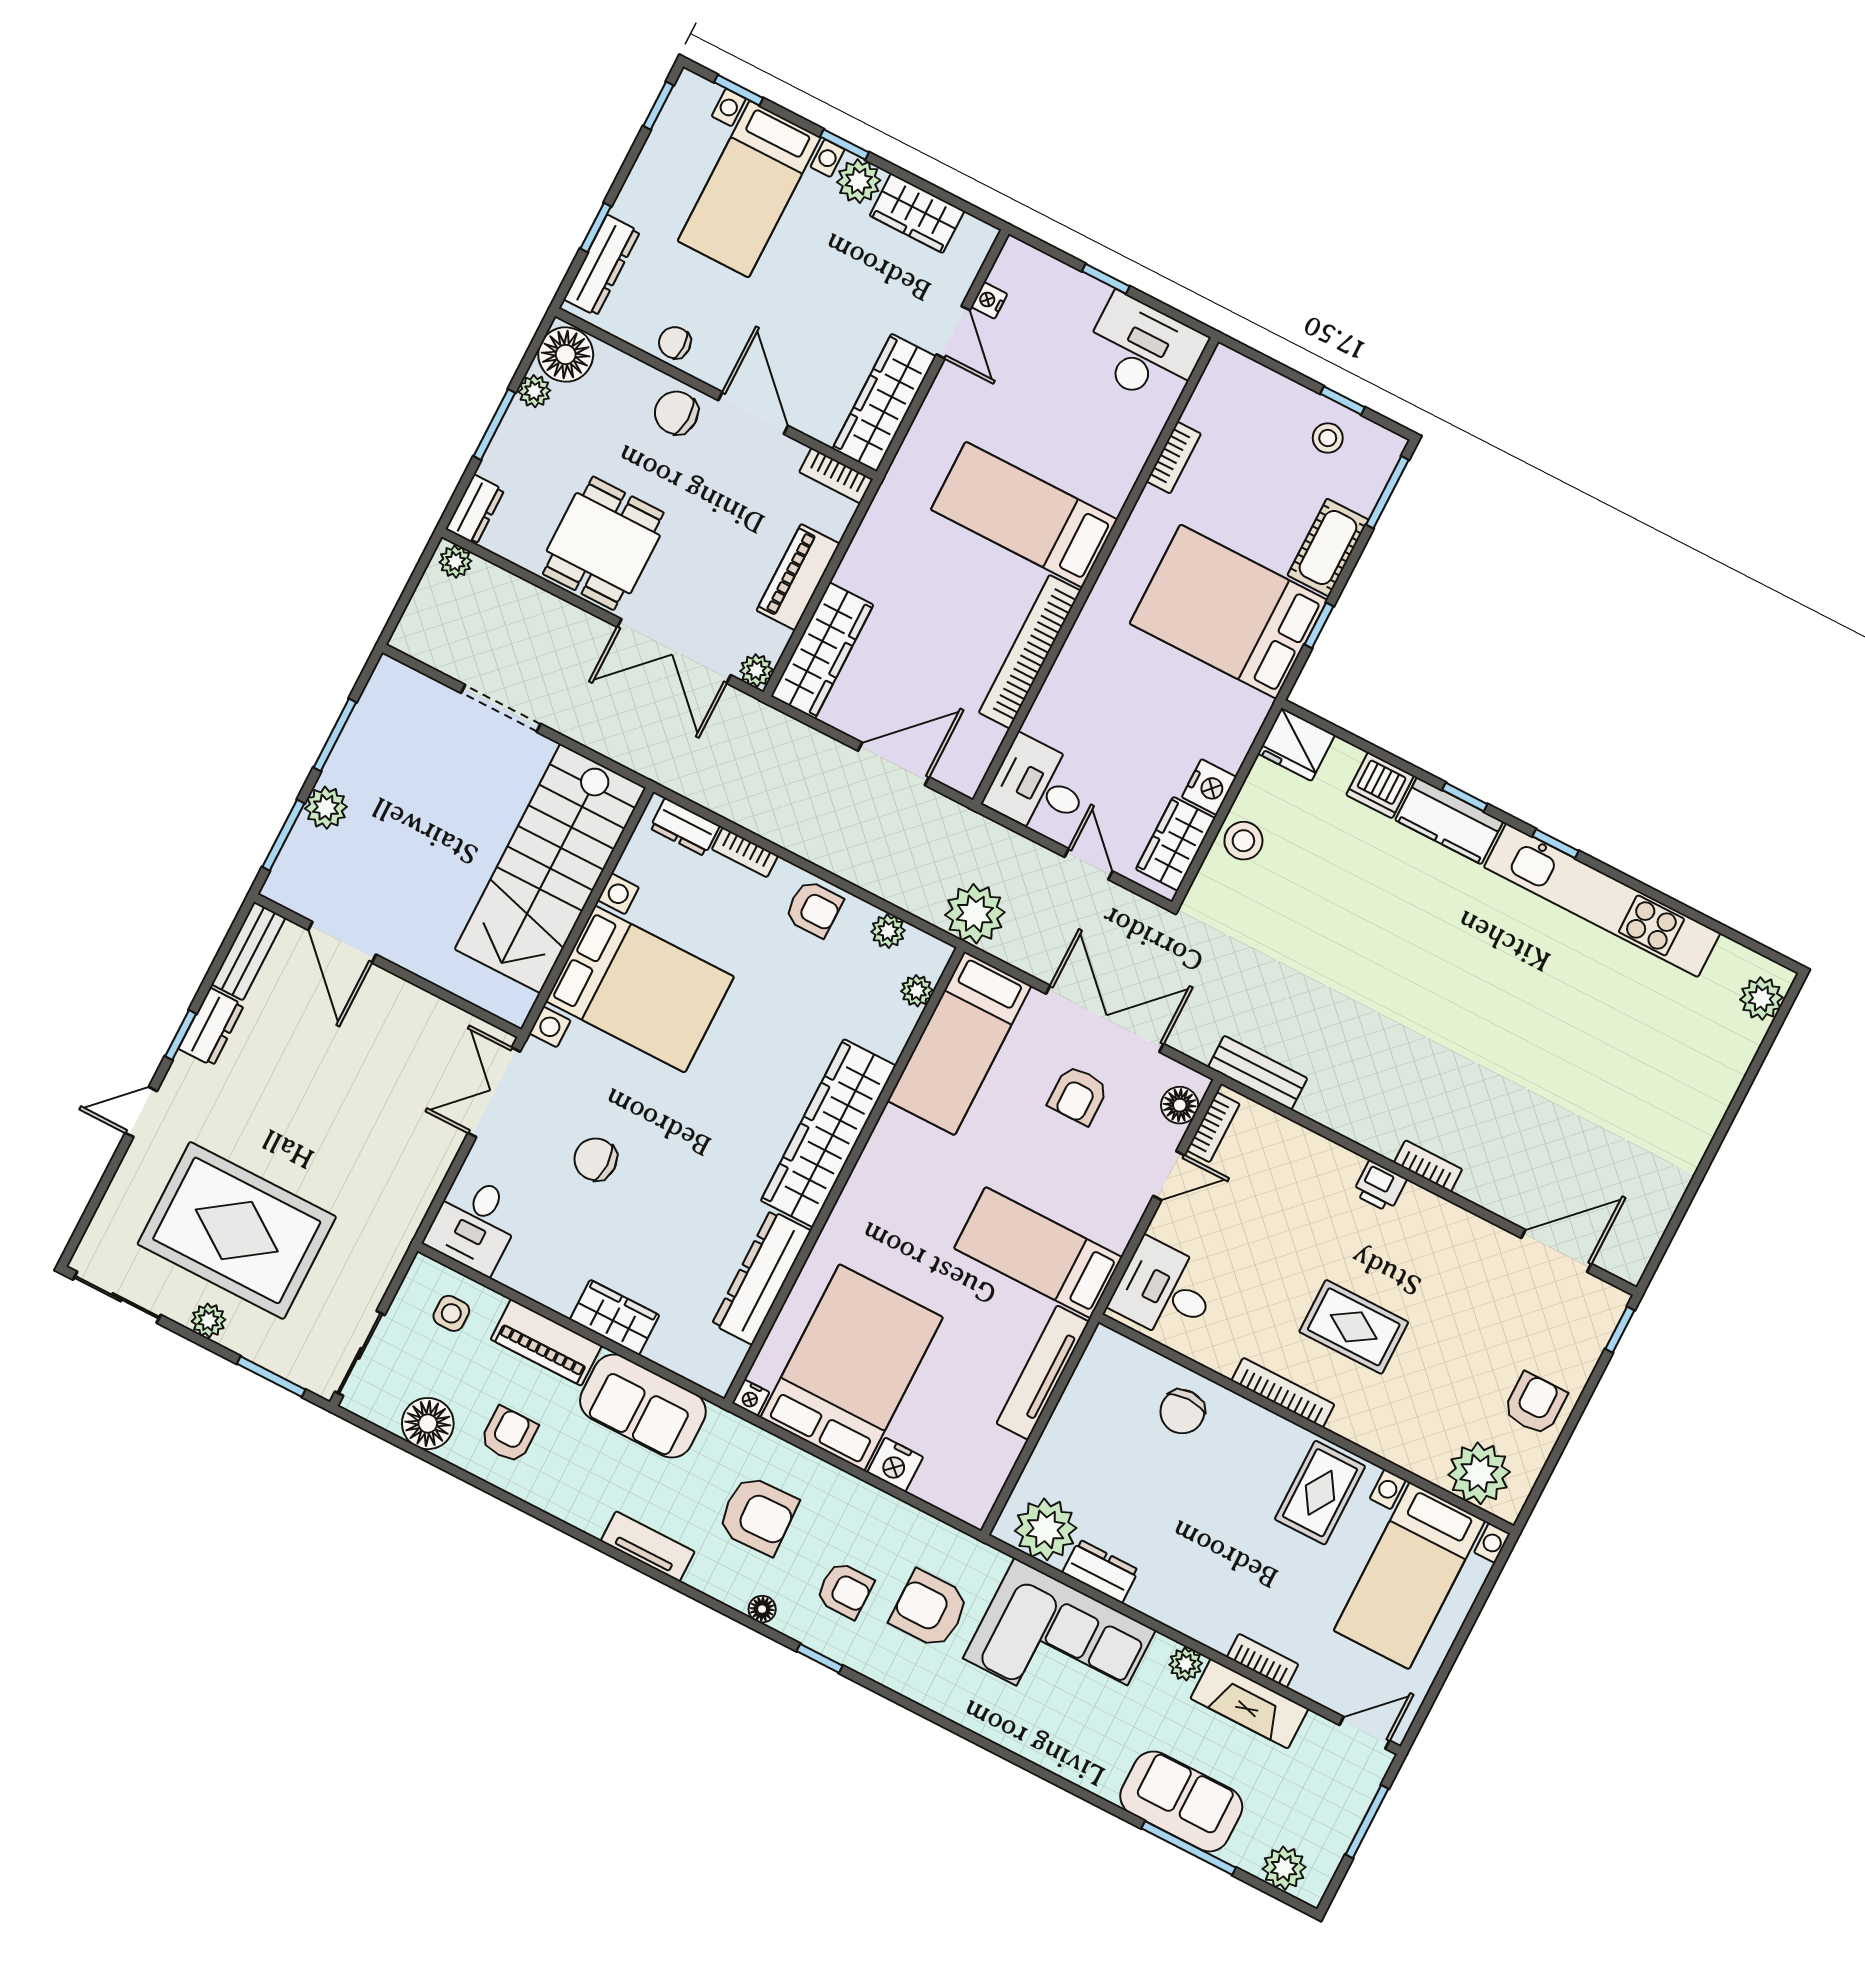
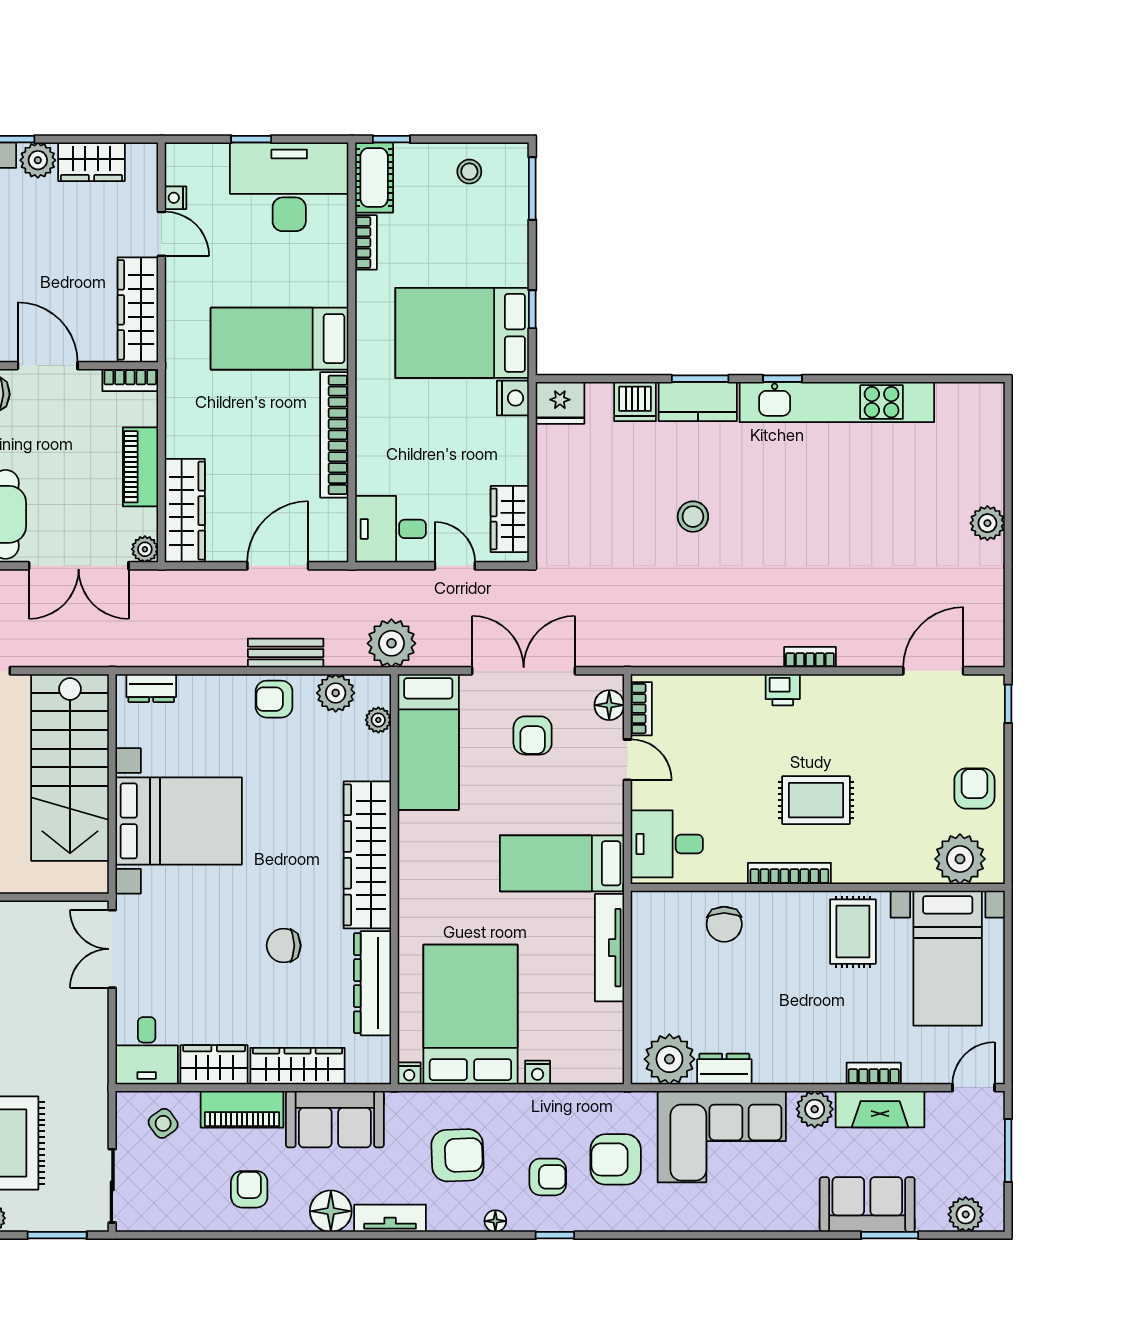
desk: (1144, 350) -> (289, 187), width x1.36, depth x1.30
window: (1343, 400) -> (391, 139), moved
cot: (1328, 548) -> (374, 177), moved
nightstand: (1209, 787) -> (513, 398), moved
window: (1465, 797) -> (700, 379), width x1.50
stool: (1243, 841) -> (693, 517), moved
bookcase: (745, 852) -> (204, 684), removed
armchair: (814, 909) -> (274, 699), turned 180
plant: (888, 931) -> (336, 693), width x1.38, depth x1.38
plant: (1761, 999) -> (987, 523), moved
bench: (1258, 1073) -> (286, 653), moved
chair: (595, 1159) -> (284, 946), moved
door: (1169, 1176) -> (627, 760), hinge flipped
wardrobe: (541, 1278) -> (214, 1065), added
side table: (451, 1313) -> (163, 1123), turned -36
wardrobe: (615, 1317) -> (297, 1066), width x1.50
floor lamp: (428, 1424) -> (331, 1211), moved
nightstand: (895, 1465) -> (538, 1072), width x0.72, depth x0.74
plant: (1186, 1664) -> (815, 1109), width x1.38, depth x1.38
window: (1189, 1848) -> (890, 1235), width x0.69

